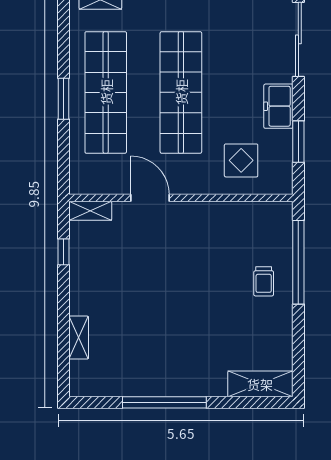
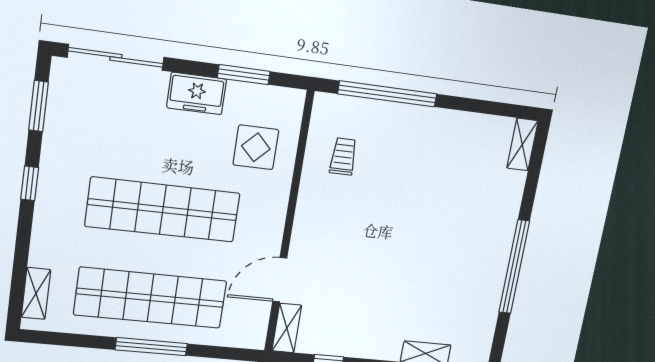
window: (63, 99) -> (151, 347), width x1.44
door: (150, 198) -> (280, 280), moved
trolley: (264, 281) -> (343, 157), moved, turned -90
shelving: (260, 384) -> (522, 144), width x0.67, depth x0.75

